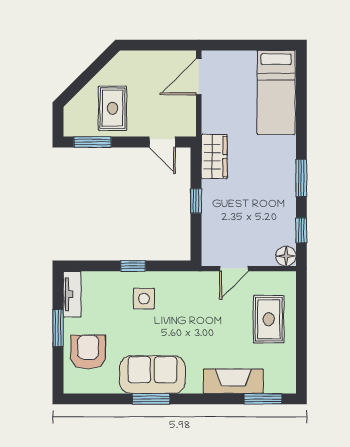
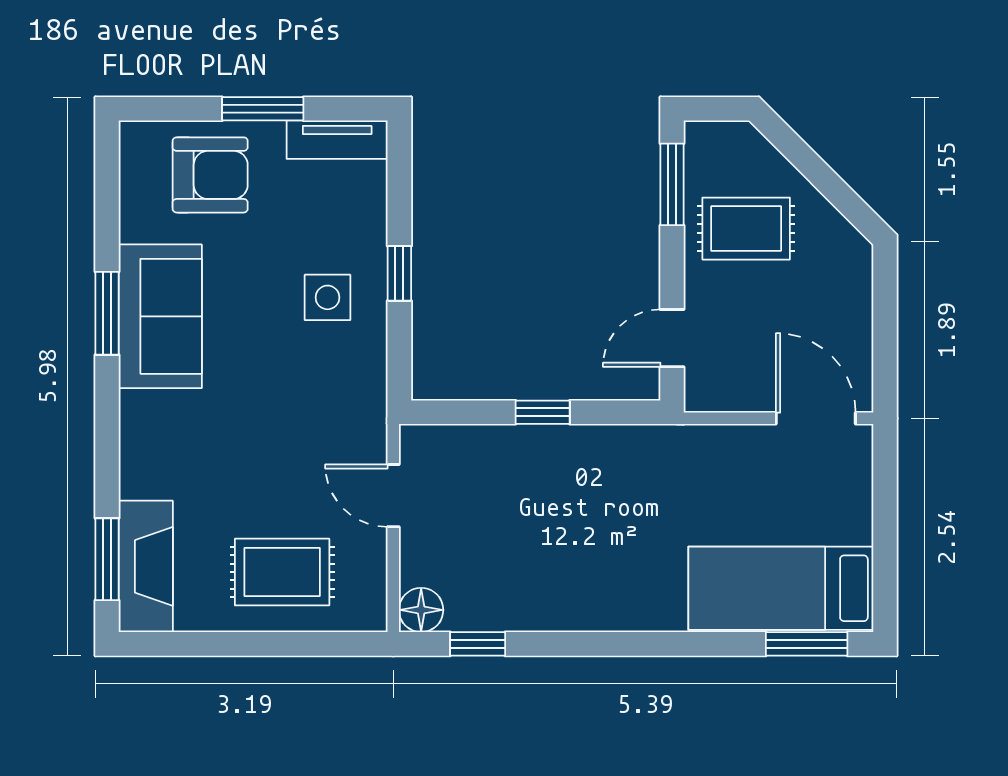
wardrobe: (214, 157) -> (640, 452), removed
window: (301, 178) -> (807, 644), moved
fireplace: (233, 381) -> (146, 566), moved

